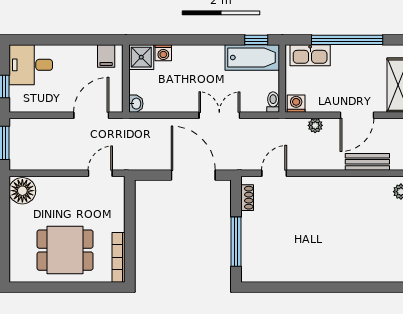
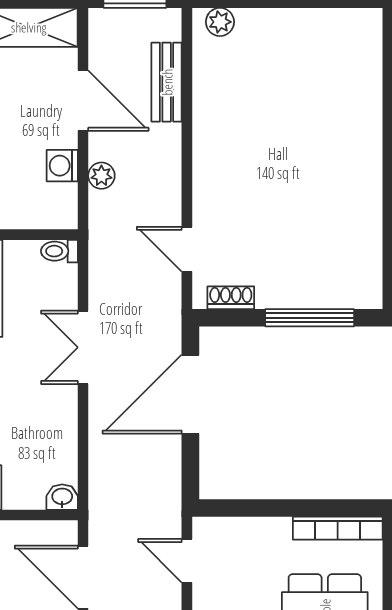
washing machine: (296, 104) -> (62, 166), moved

